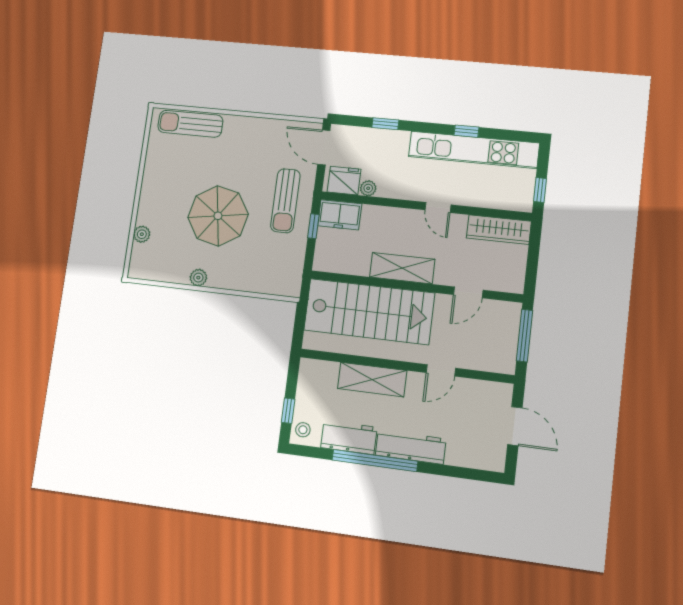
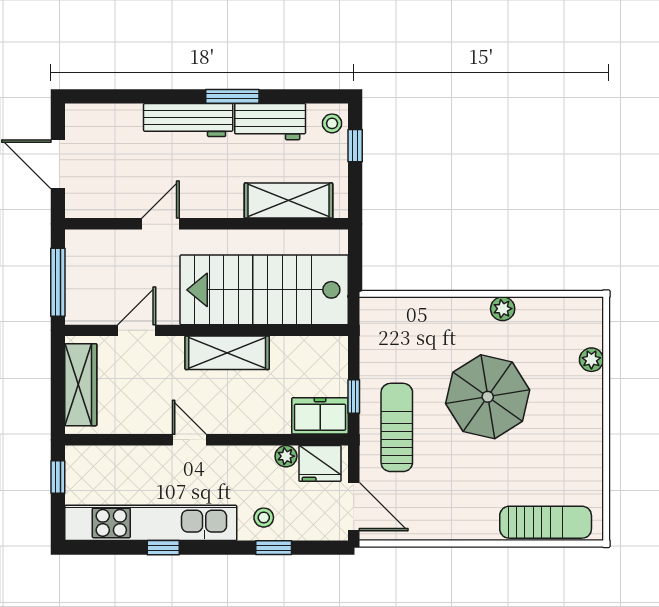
stool: (390, 146) -> (264, 518), added
wardrobe: (499, 230) -> (81, 385), moved, turned 90
shelving: (372, 380) -> (289, 201), moved
window: (375, 461) -> (232, 96), width x0.47

